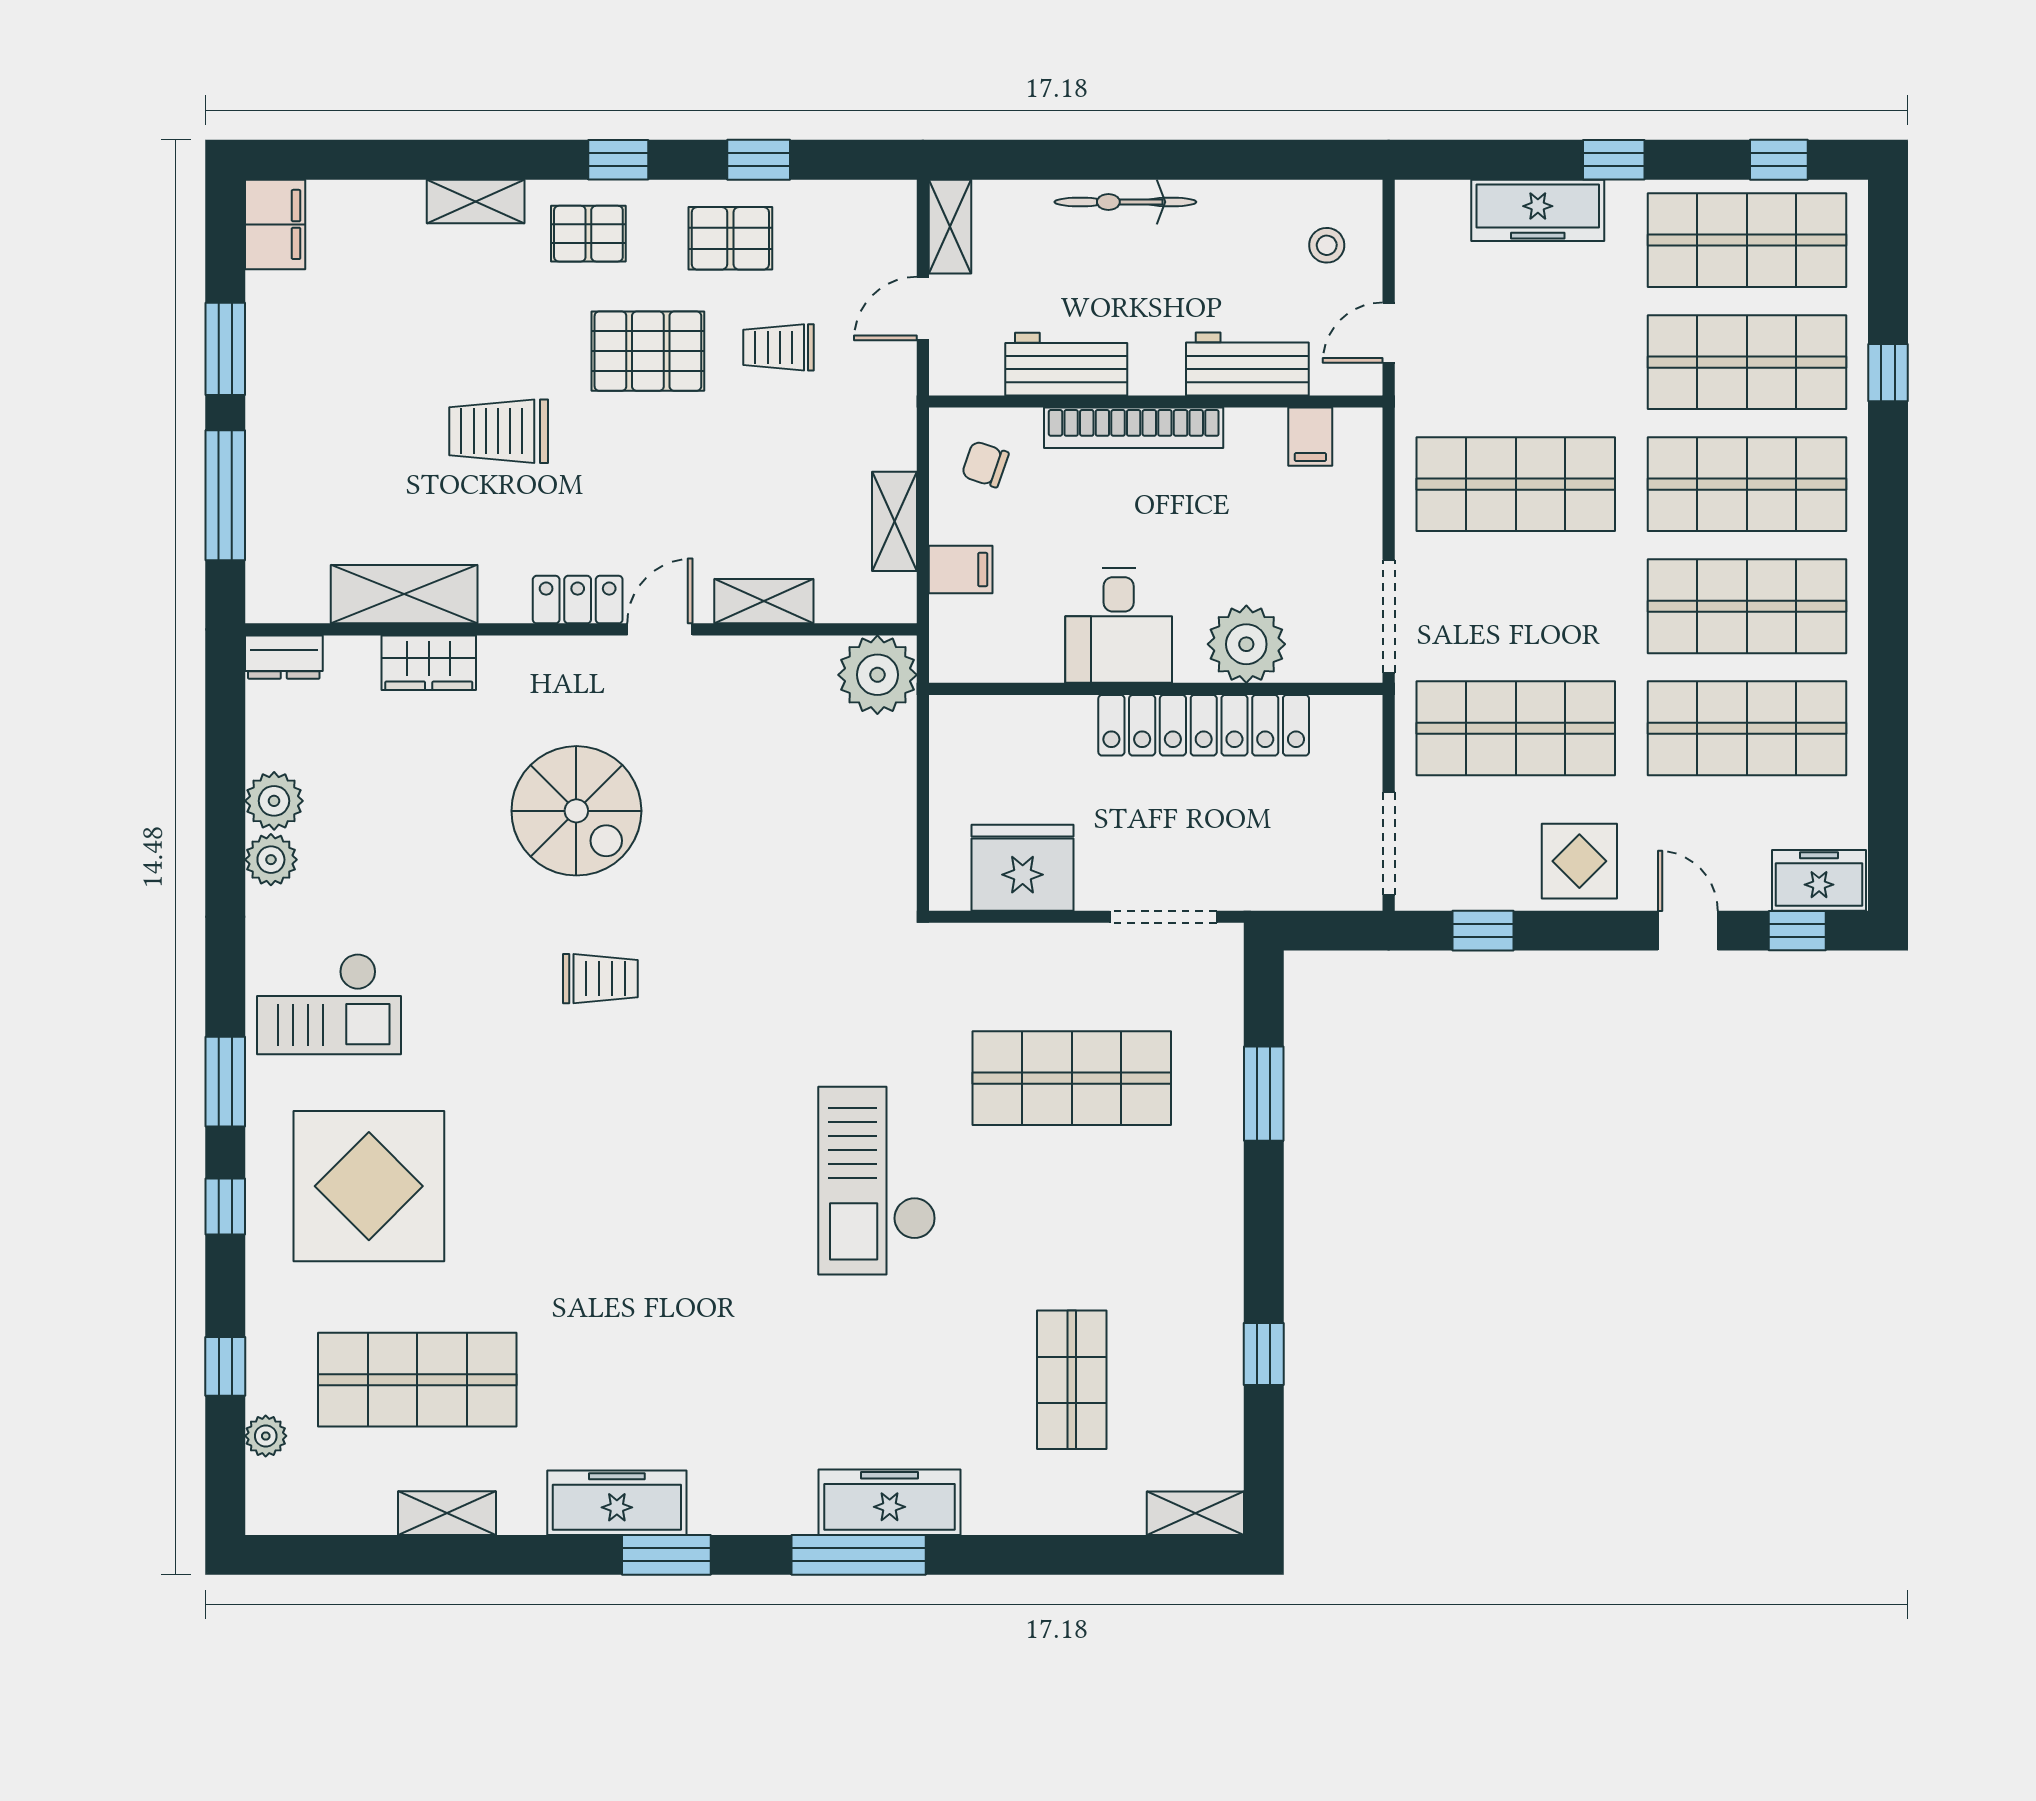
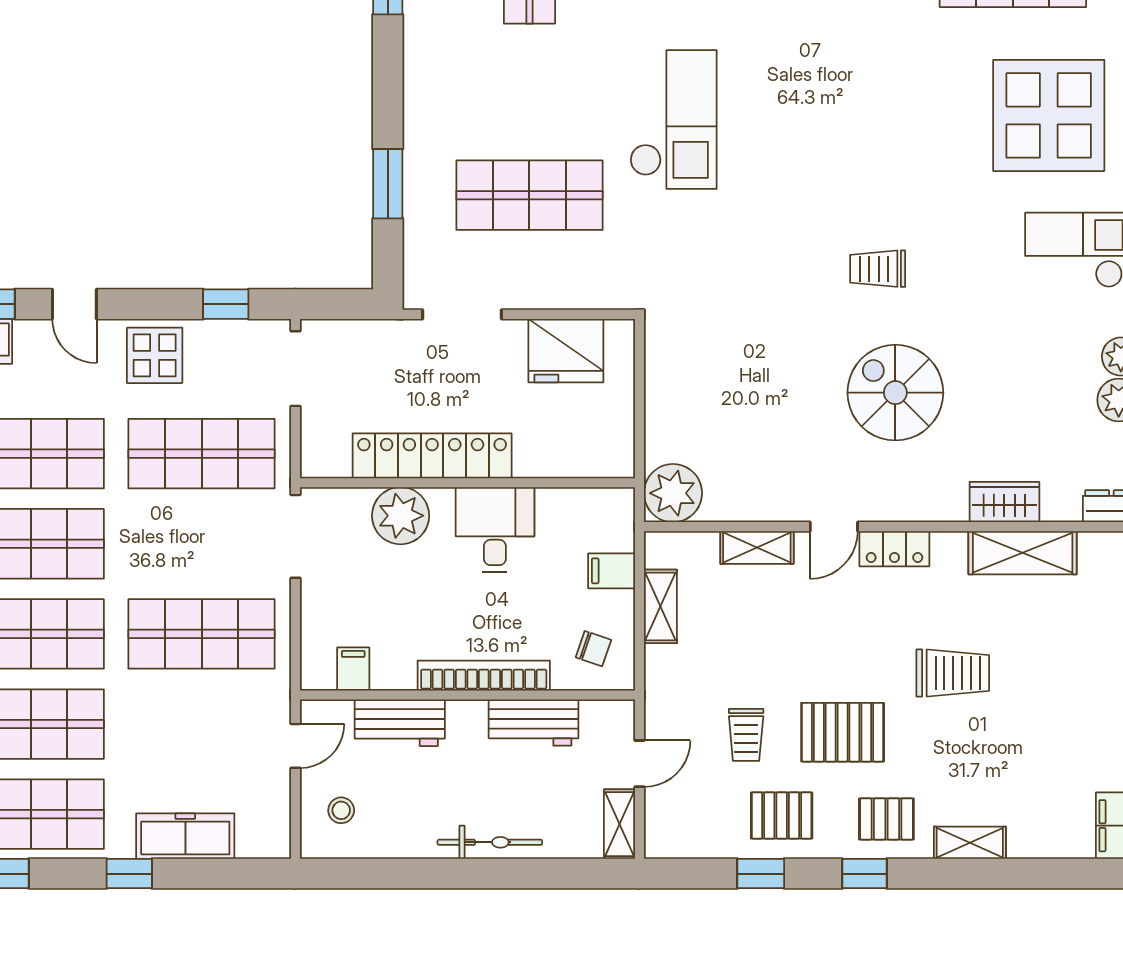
trolley: (778, 347) -> (746, 735), turned 90

